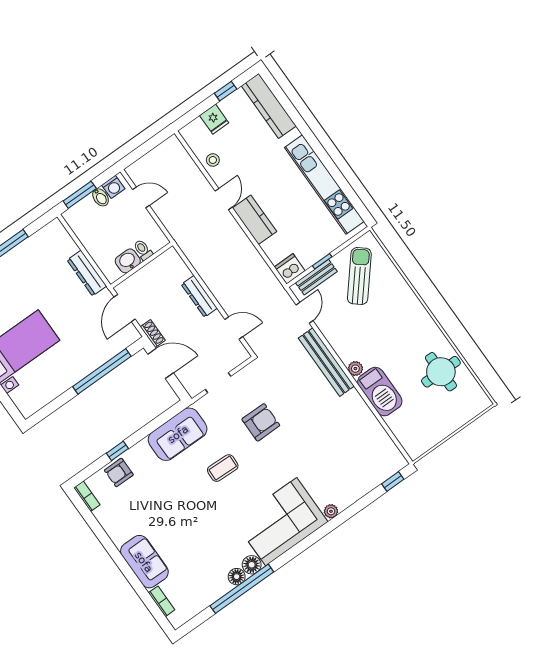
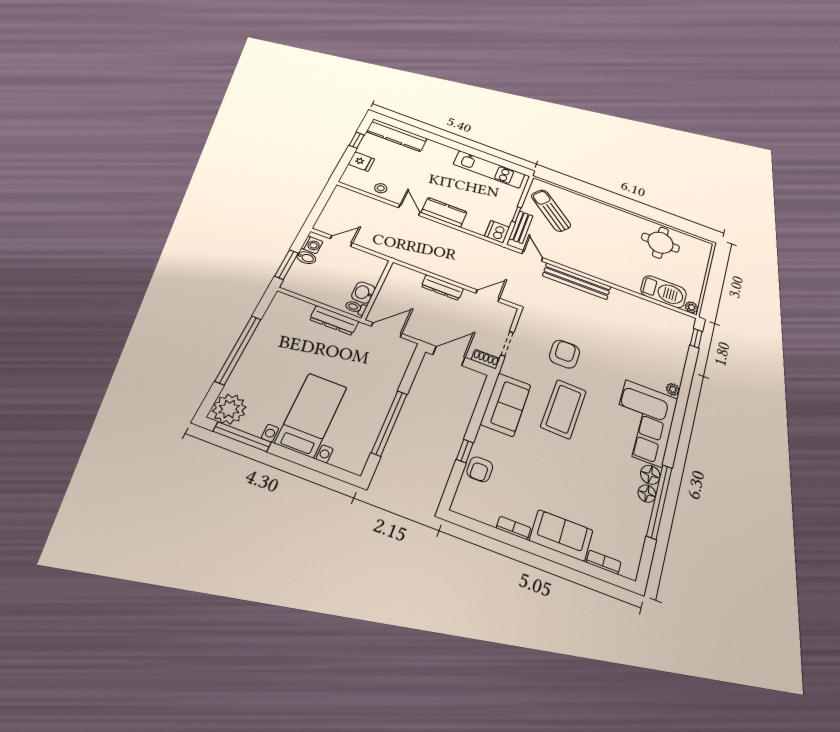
kitchen unit: (324, 184) -> (489, 169), width x0.73
toilet: (143, 250) -> (356, 307), moved
door: (125, 308) -> (387, 330), swing flipped
shoe rack: (153, 334) -> (485, 359), moved
plant: (355, 369) -> (692, 307), moved
window: (102, 371) -> (389, 423), moved
barbecue: (380, 392) -> (664, 292), moved
coffee table: (223, 468) -> (564, 409), width x1.86, depth x1.72
bookcase: (87, 496) -> (514, 528), moved

